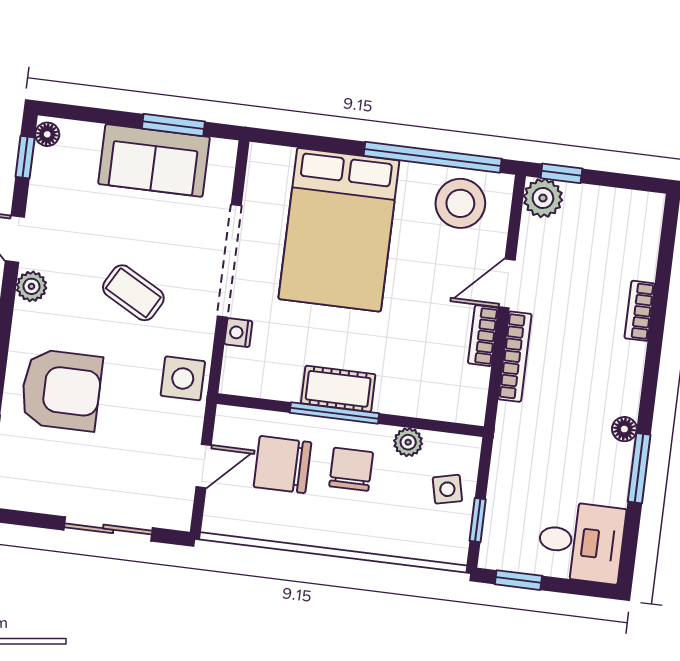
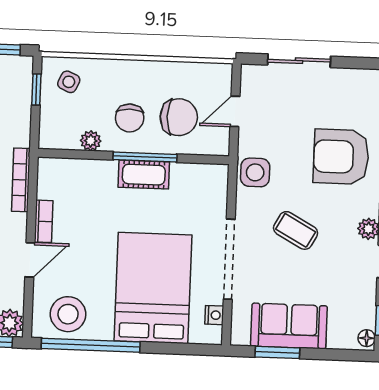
nightstand: (238, 333) -> (214, 315), moved
bookcase: (515, 357) -> (21, 180), moved
side table: (447, 489) -> (69, 82), moved, turned 37

